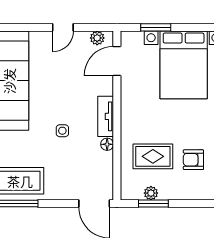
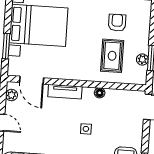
tv unit: (106, 116) -> (65, 92), moved
armchair: (193, 160) -> (117, 23), turned 180

